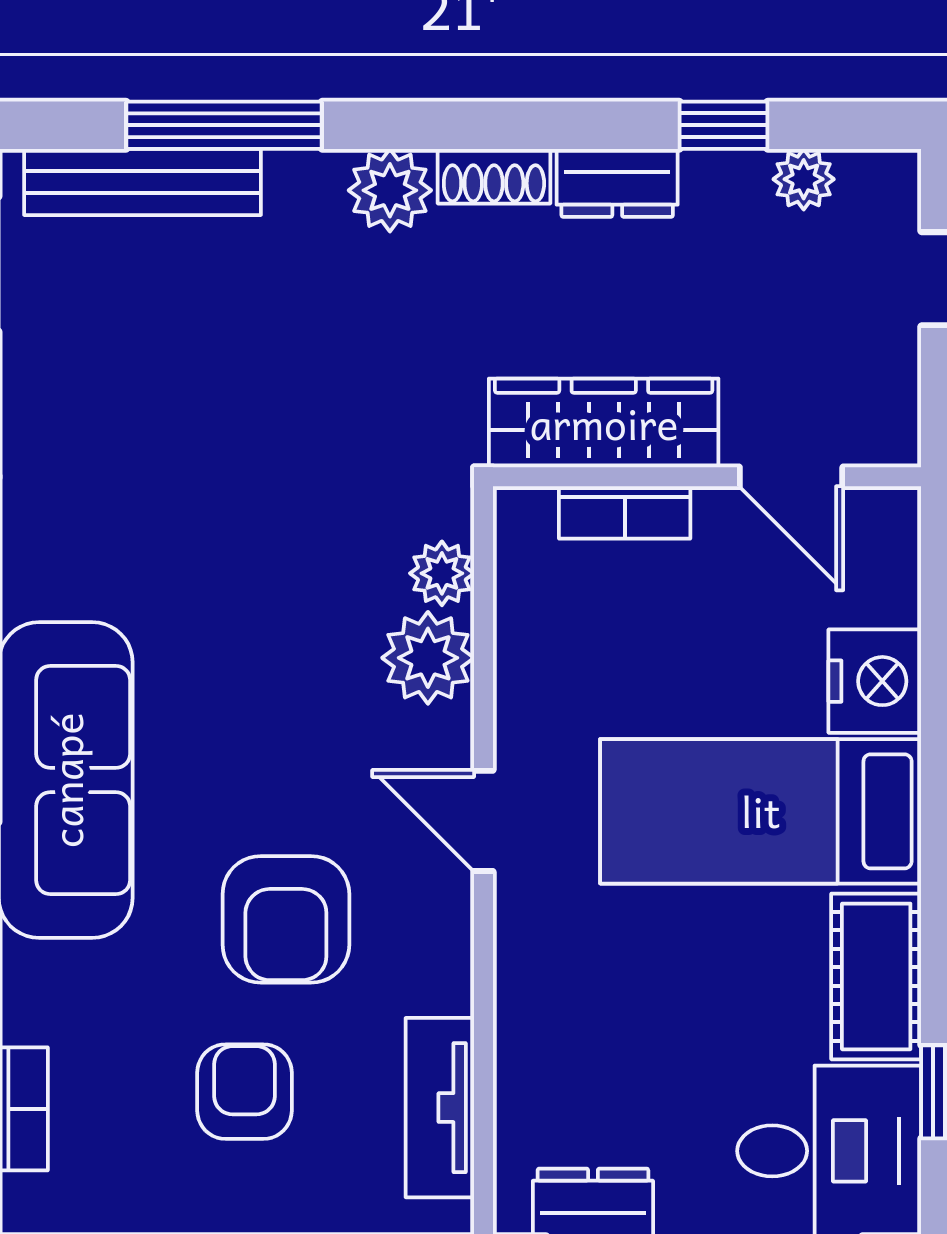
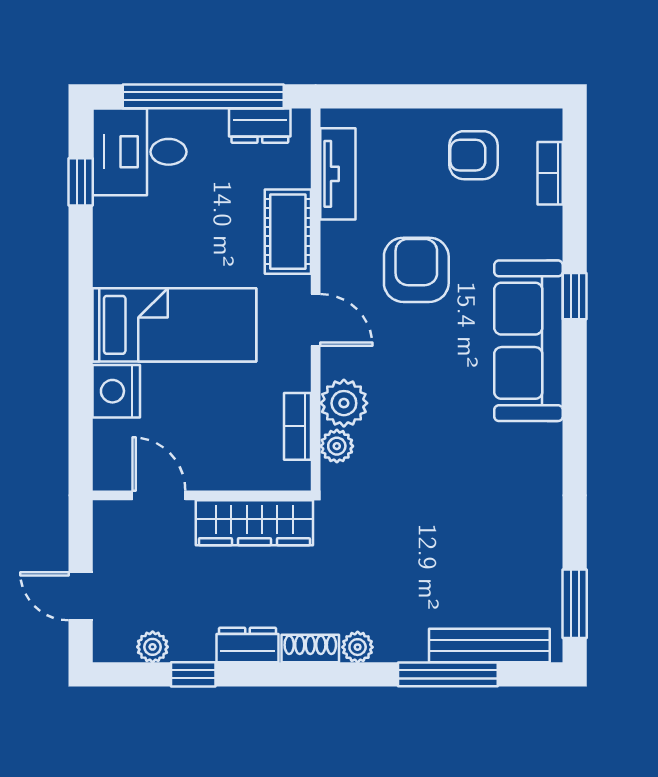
plant: (390, 190) -> (358, 647), width x0.73, depth x0.73
bookcase: (625, 512) -> (297, 426), moved, turned -90
cot: (876, 976) -> (288, 232), moved
armchair: (244, 1092) -> (474, 155), moved, turned 90

